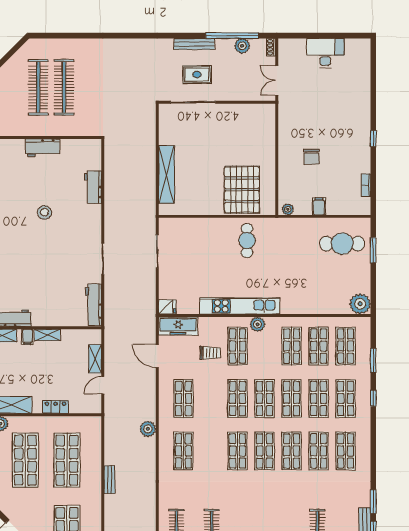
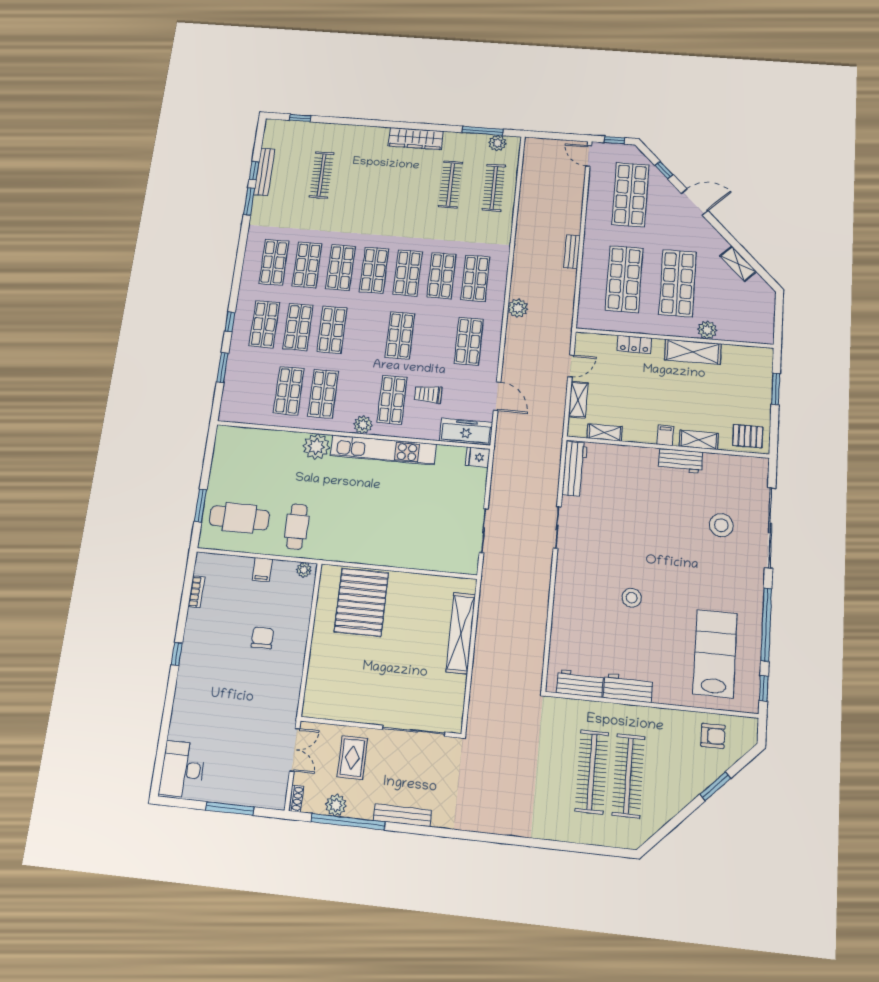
window: (317, 36) -> (230, 808), added
desk: (325, 53) -> (182, 769), moved, turned 90
rug: (197, 75) -> (352, 758), moved, turned 90
workbench: (93, 187) -> (580, 683), moved, turned -90
cafe table: (247, 240) -> (297, 527), moved
plant: (360, 304) -> (316, 447), moved
shelving: (47, 335) -> (605, 432), moved
shop shelf: (346, 346) -> (255, 388), removed
shop shelf: (265, 398) -> (441, 276), moved

